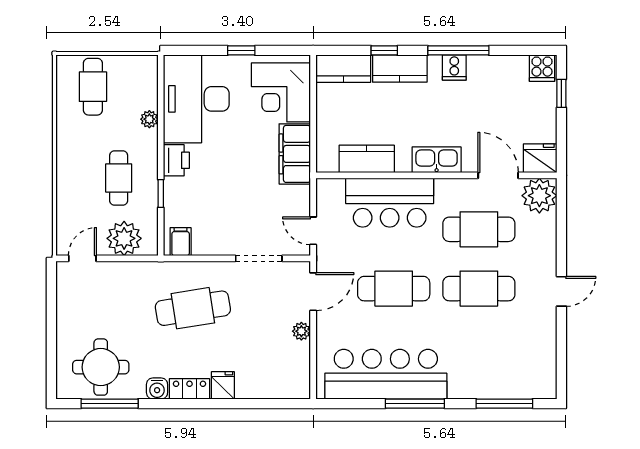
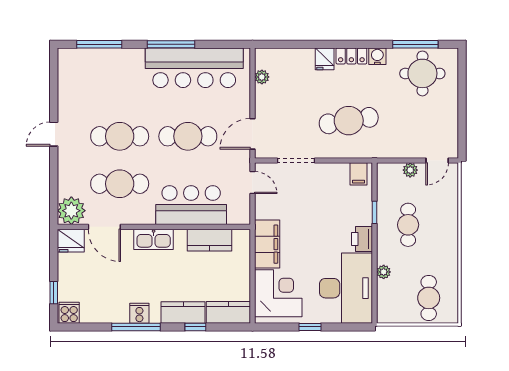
plant: (124, 238) -> (410, 170), width x0.53, depth x0.53
plant: (301, 331) -> (262, 77), moved

